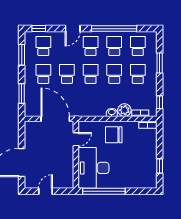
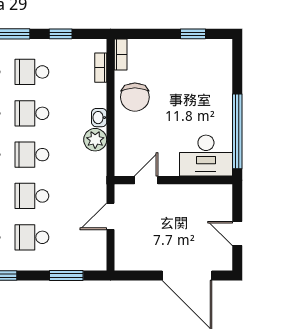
window: (160, 102) -> (61, 34), moved
plant: (124, 110) -> (95, 140), moved
door: (55, 119) -> (110, 216), width x0.53
chair: (114, 135) -> (135, 97), moved
door: (76, 139) -> (146, 180), hinge flipped
desk: (94, 168) -> (206, 156), width x0.73, depth x0.77

